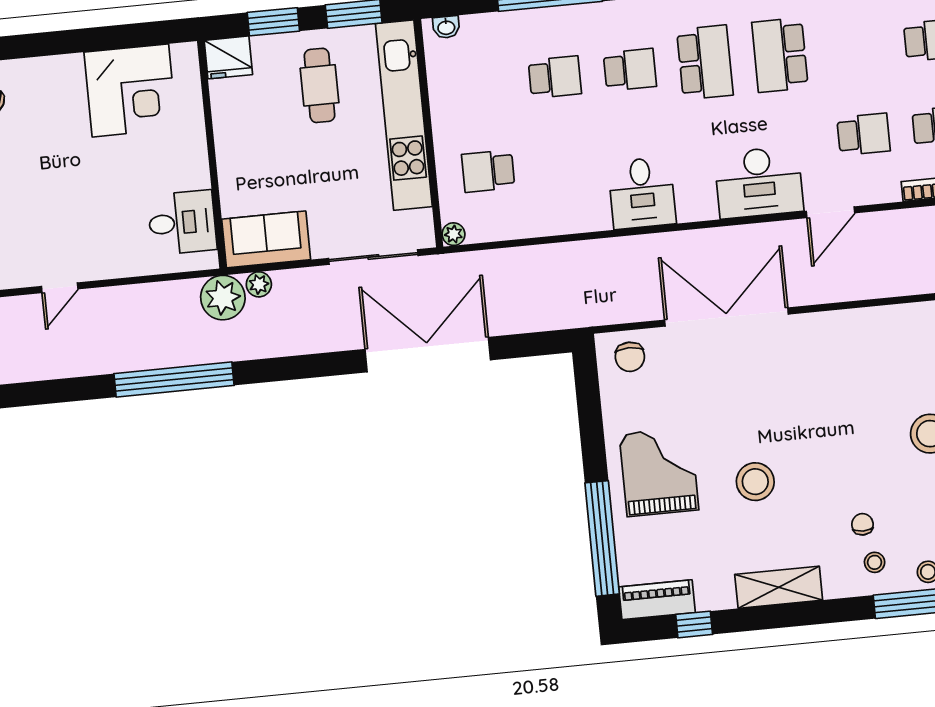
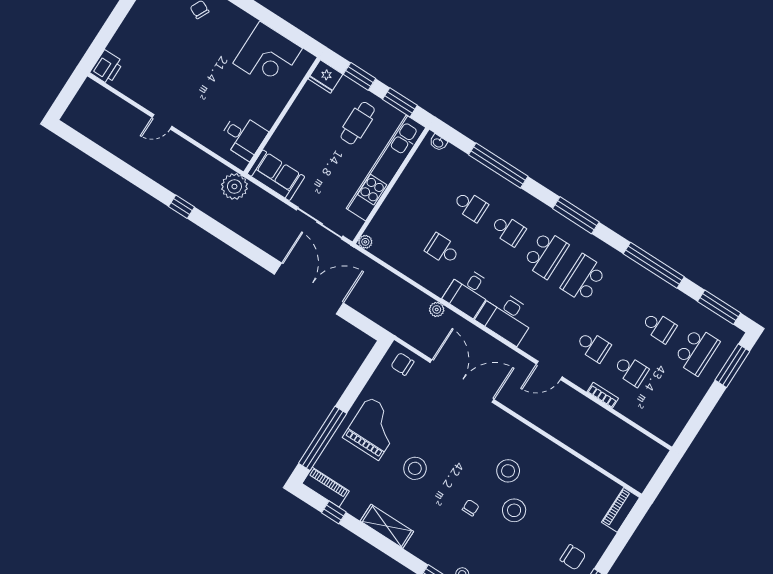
school desk: (488, 171) -> (442, 249), moved
desk: (759, 182) -> (506, 317), moved
plant: (259, 284) -> (437, 309), moved
chair: (630, 357) -> (402, 364), turned 90
window: (174, 380) -> (181, 207), width x0.32
chair: (862, 524) -> (471, 508), moved
stool: (875, 562) -> (508, 471), moved, width x1.89, depth x1.89

